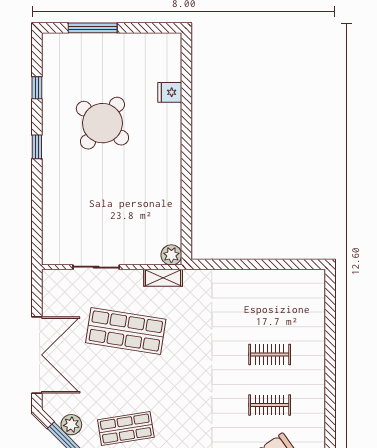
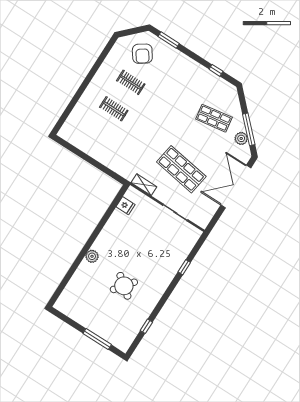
fridge: (170, 92) -> (126, 206), moved
round table: (102, 123) -> (124, 286), width x0.73, depth x0.73
window: (37, 147) -> (184, 267), moved
plant: (171, 255) -> (92, 256), moved

